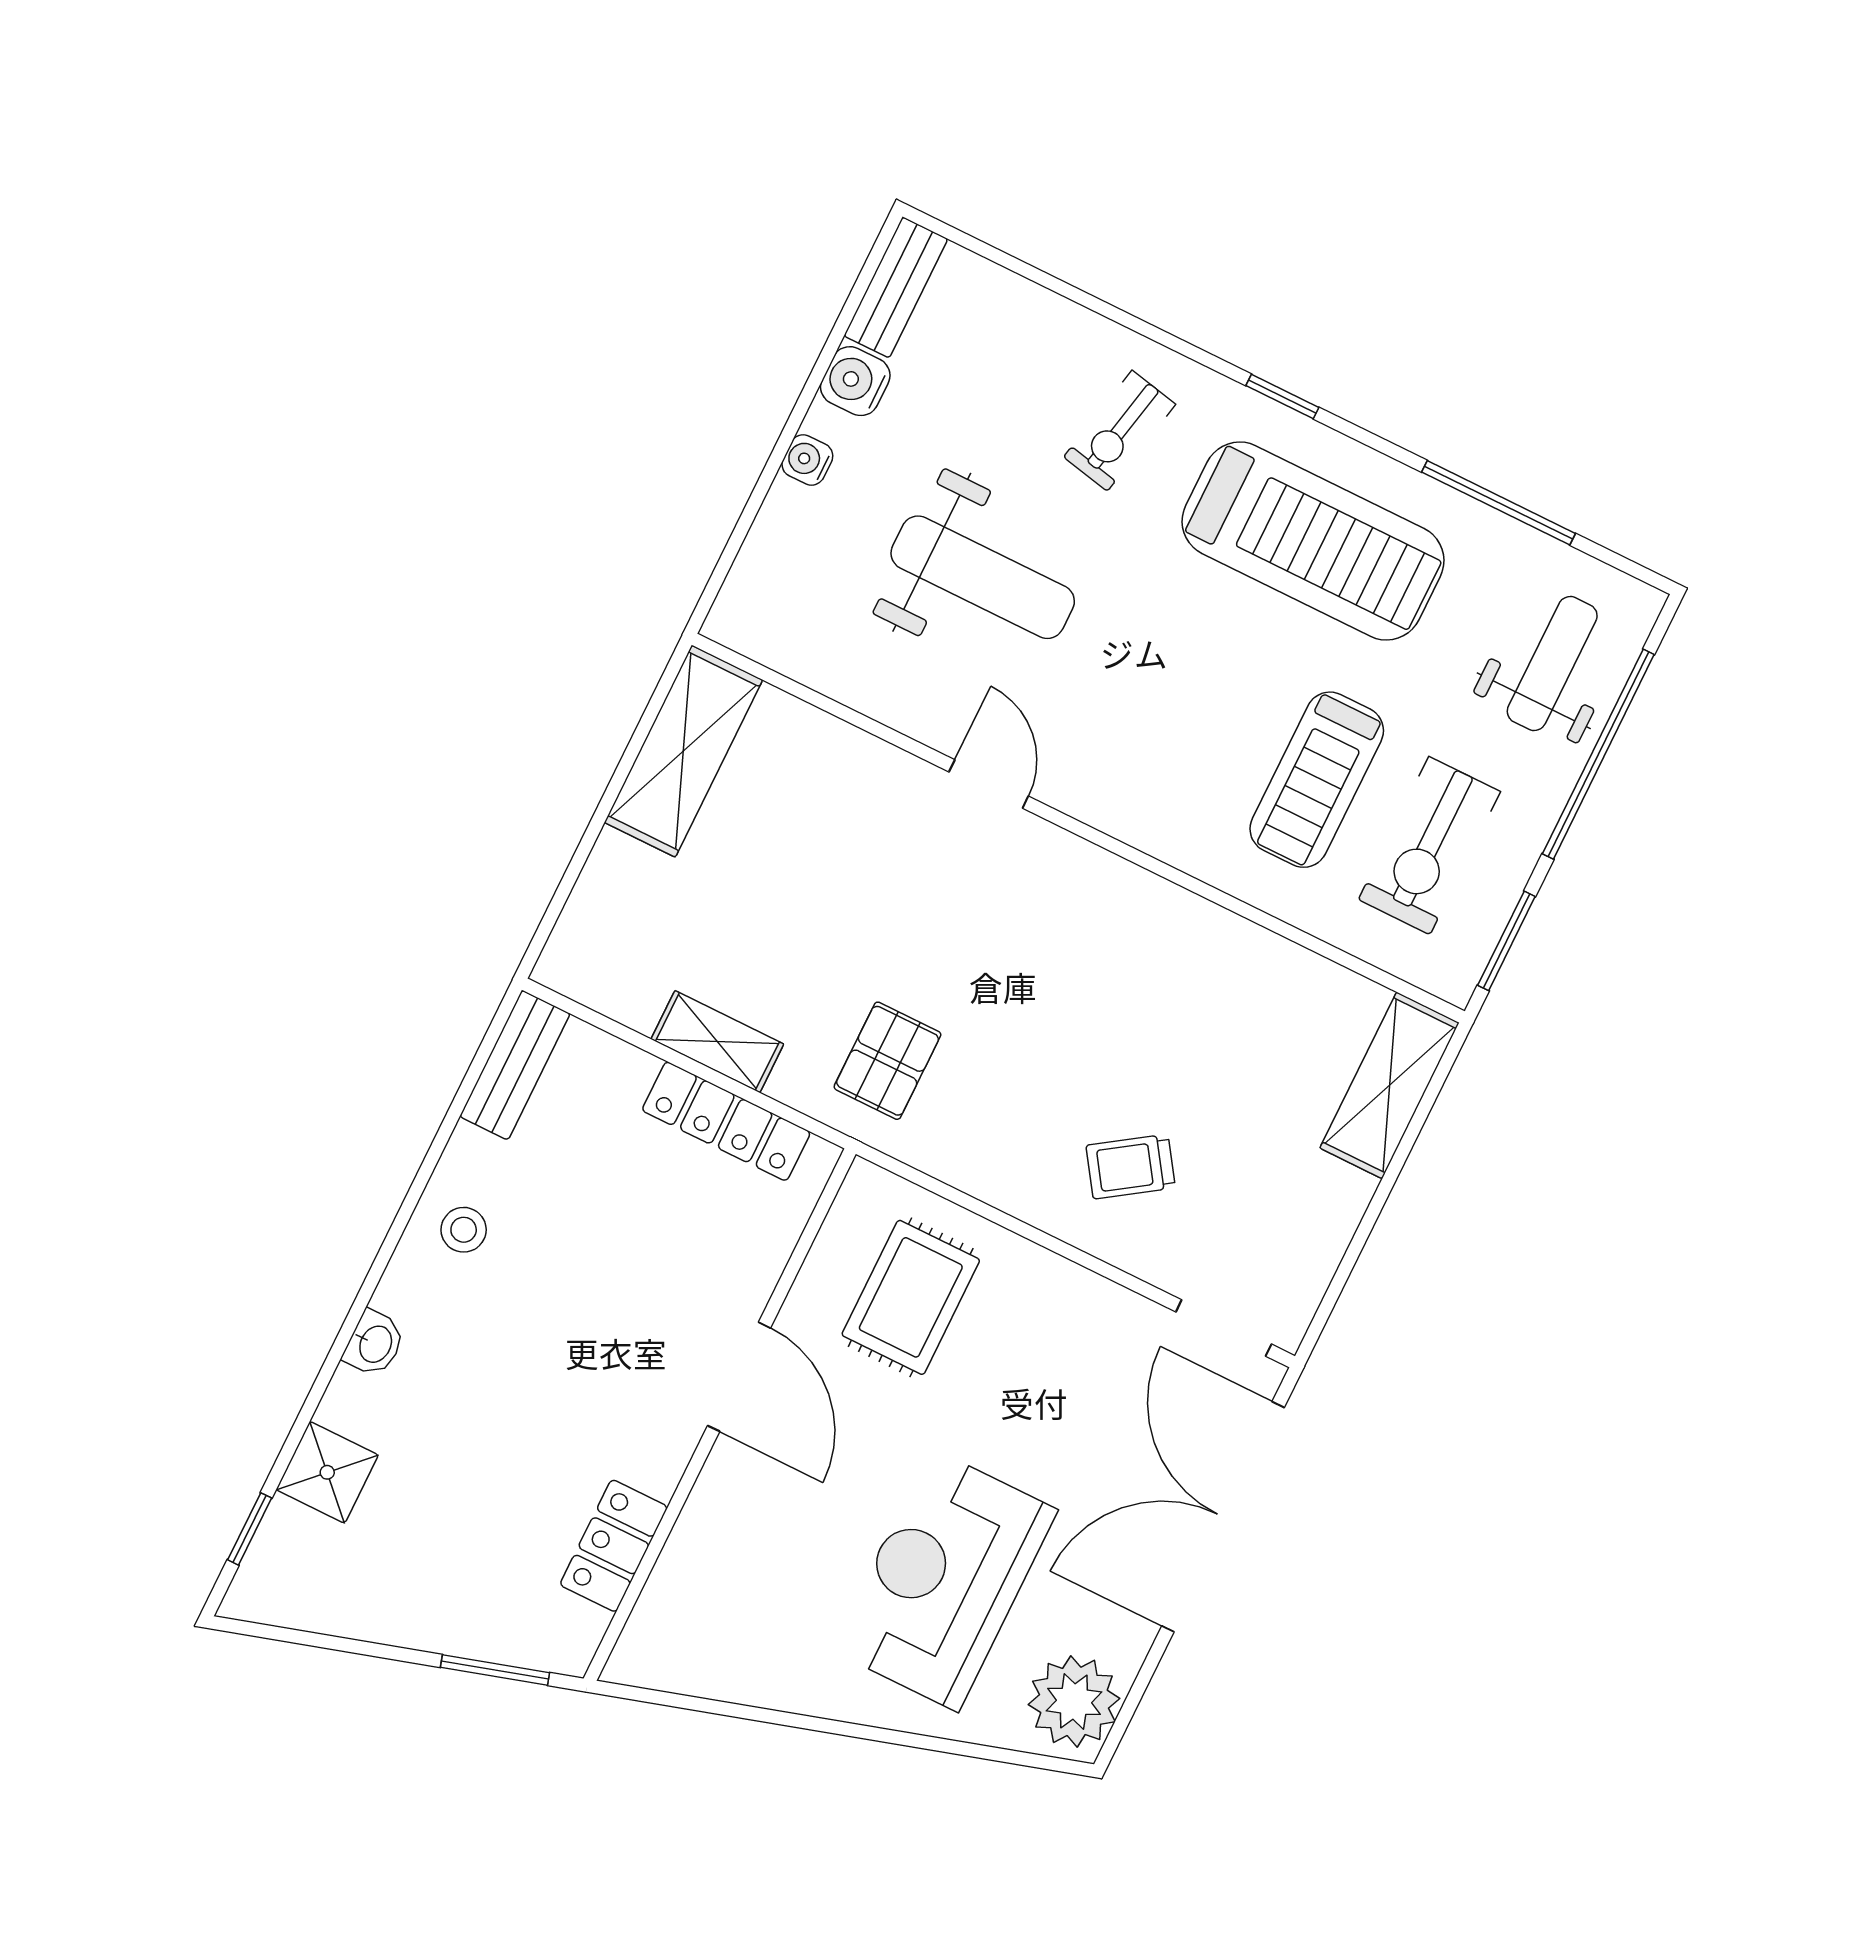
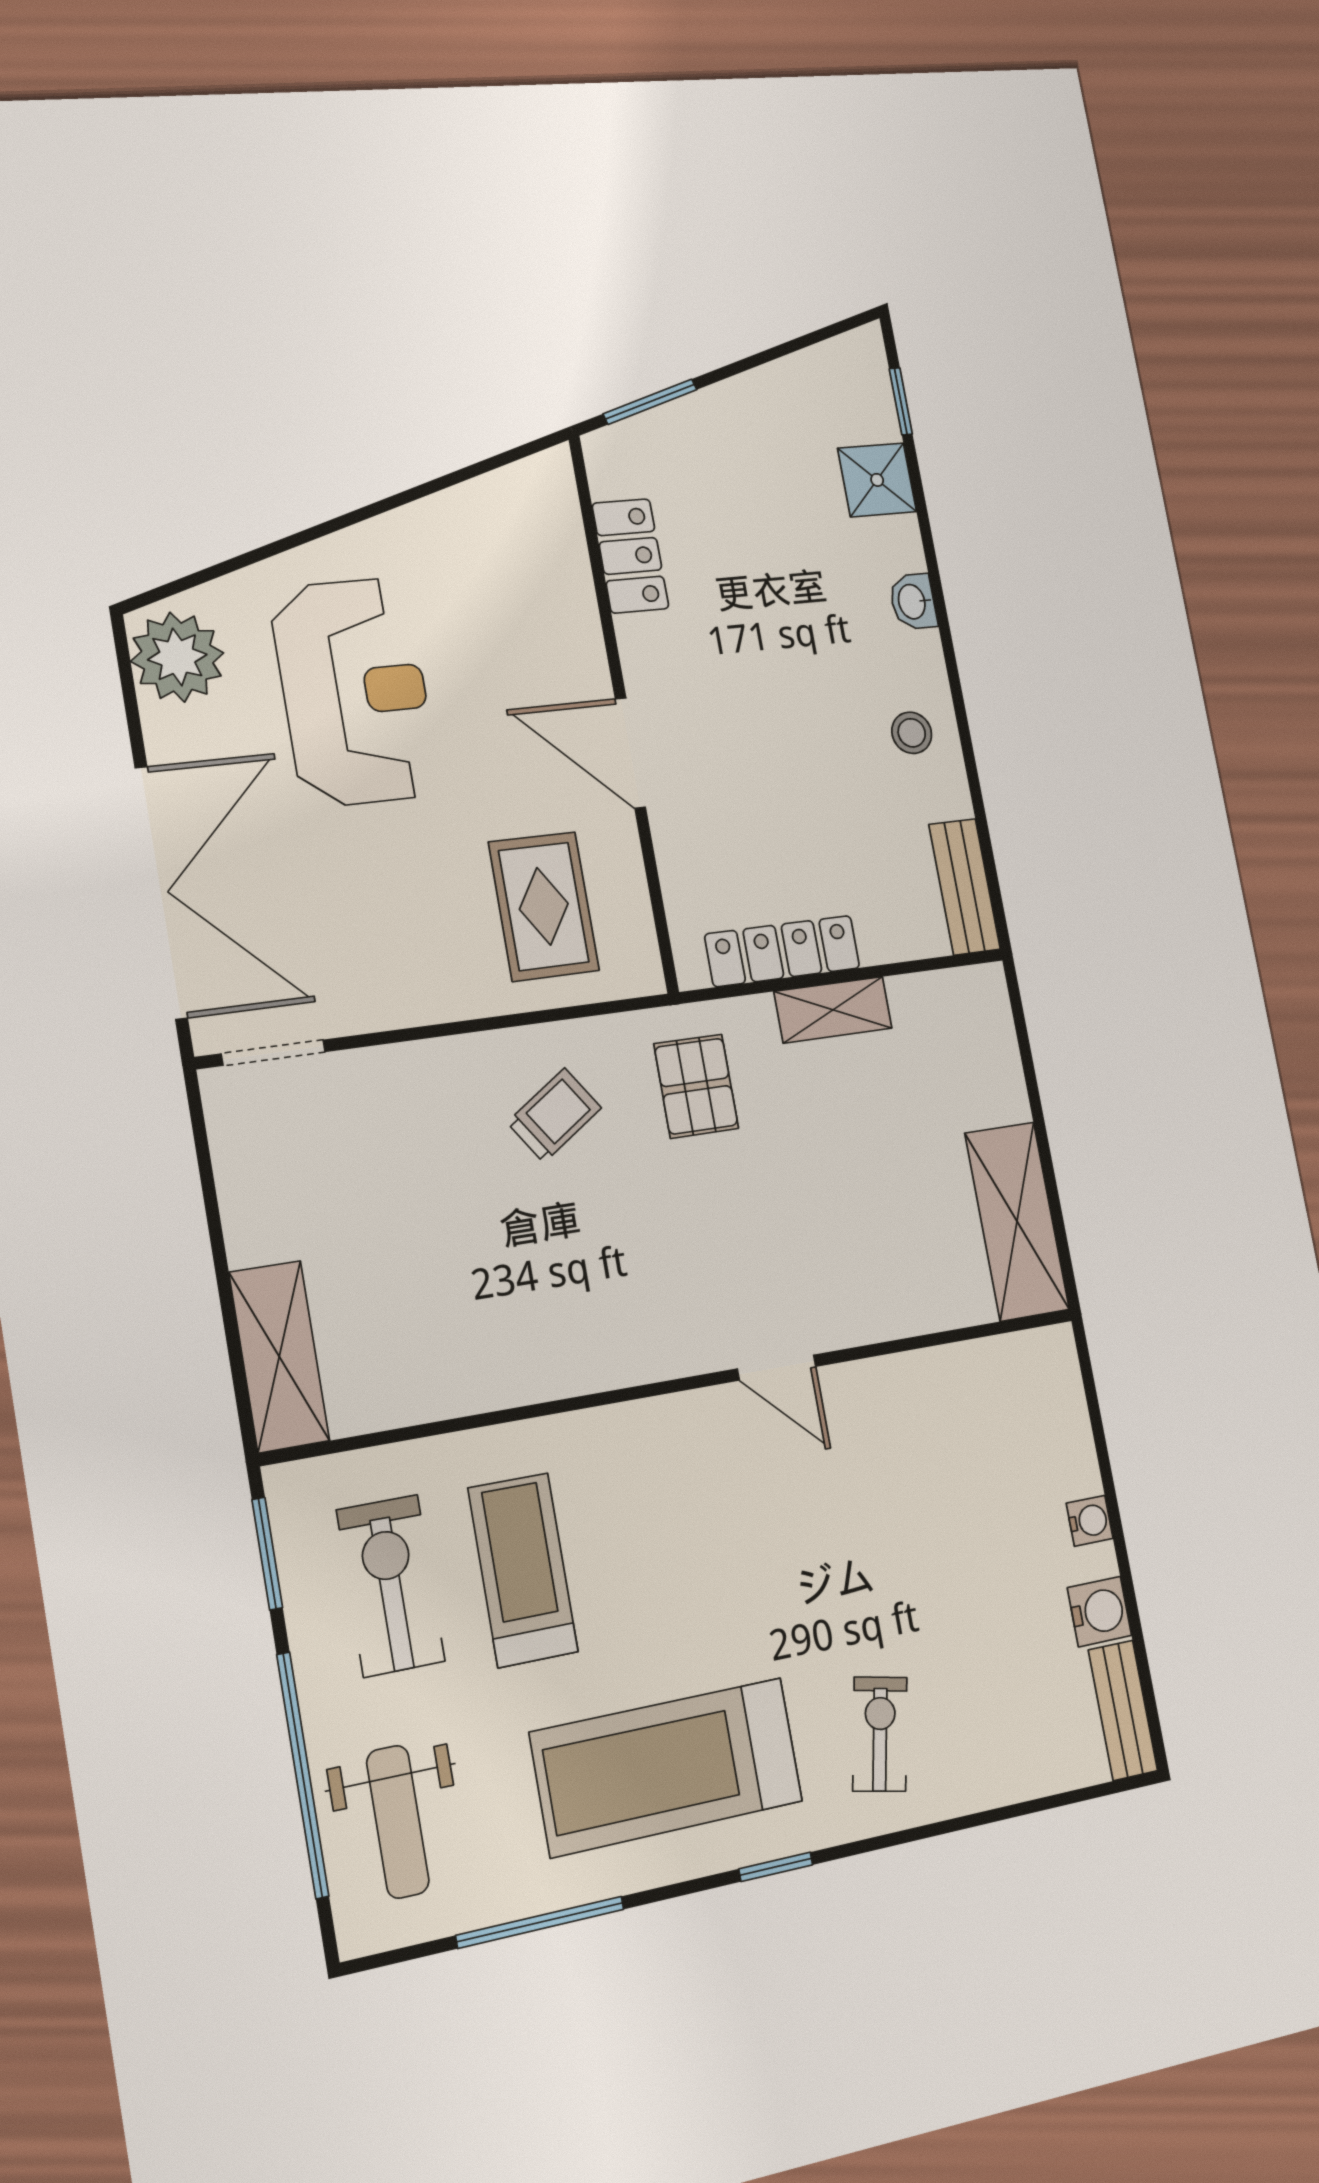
weight bench: (983, 577) -> (898, 1531), removed
trolley: (1131, 1167) -> (554, 1115), moved

